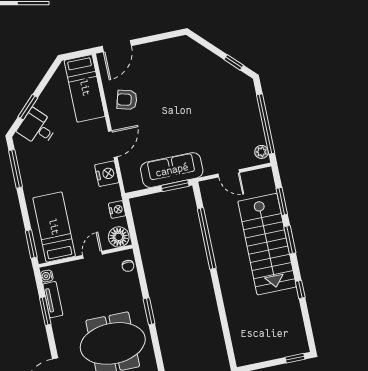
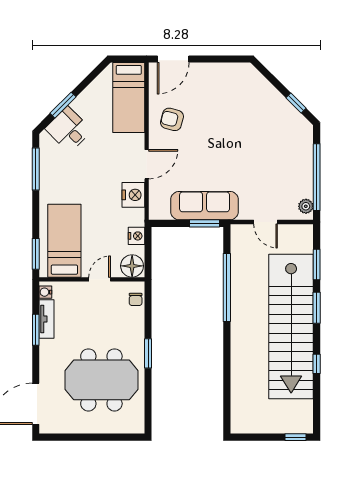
stairs: (267, 244) -> (291, 327), width x1.36

